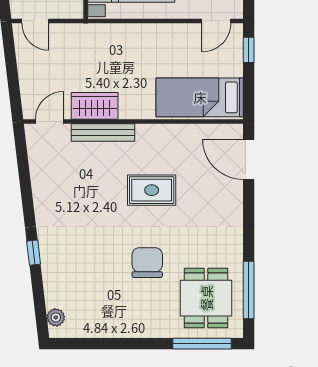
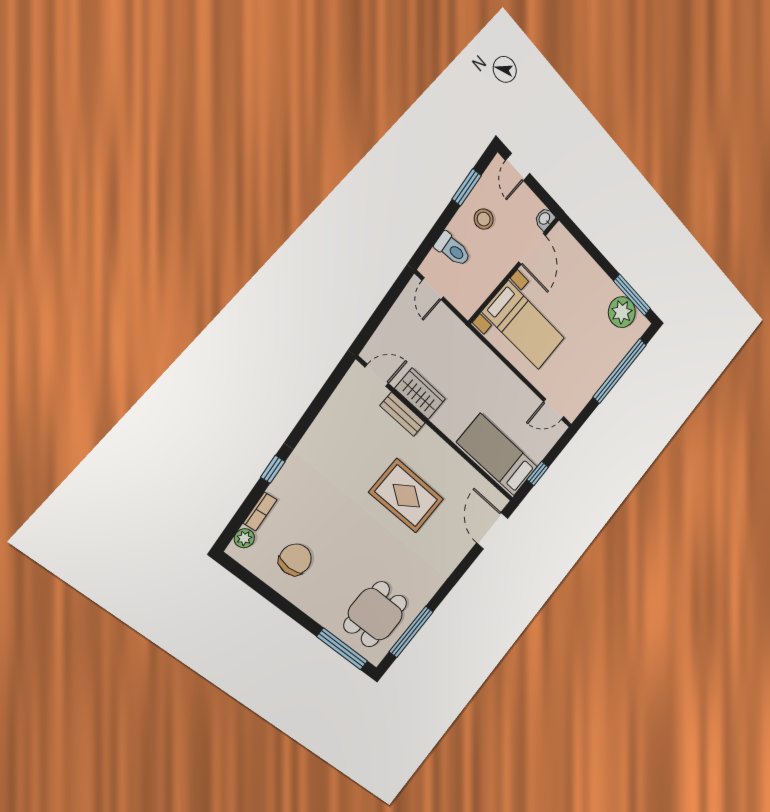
window: (249, 50) -> (538, 474), moved
bench: (103, 133) -> (403, 414), width x0.73
rug: (152, 190) -> (406, 496), width x1.36, depth x1.43
chair: (147, 263) -> (295, 560), moved
bookcase: (50, 290) -> (260, 511), added

